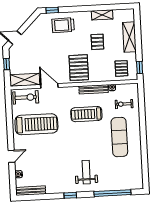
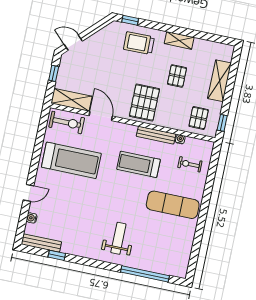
shelving: (102, 15) -> (179, 40), moved
exercise mat: (119, 137) -> (173, 205), turned 90
window: (70, 195) -> (57, 255), moved

